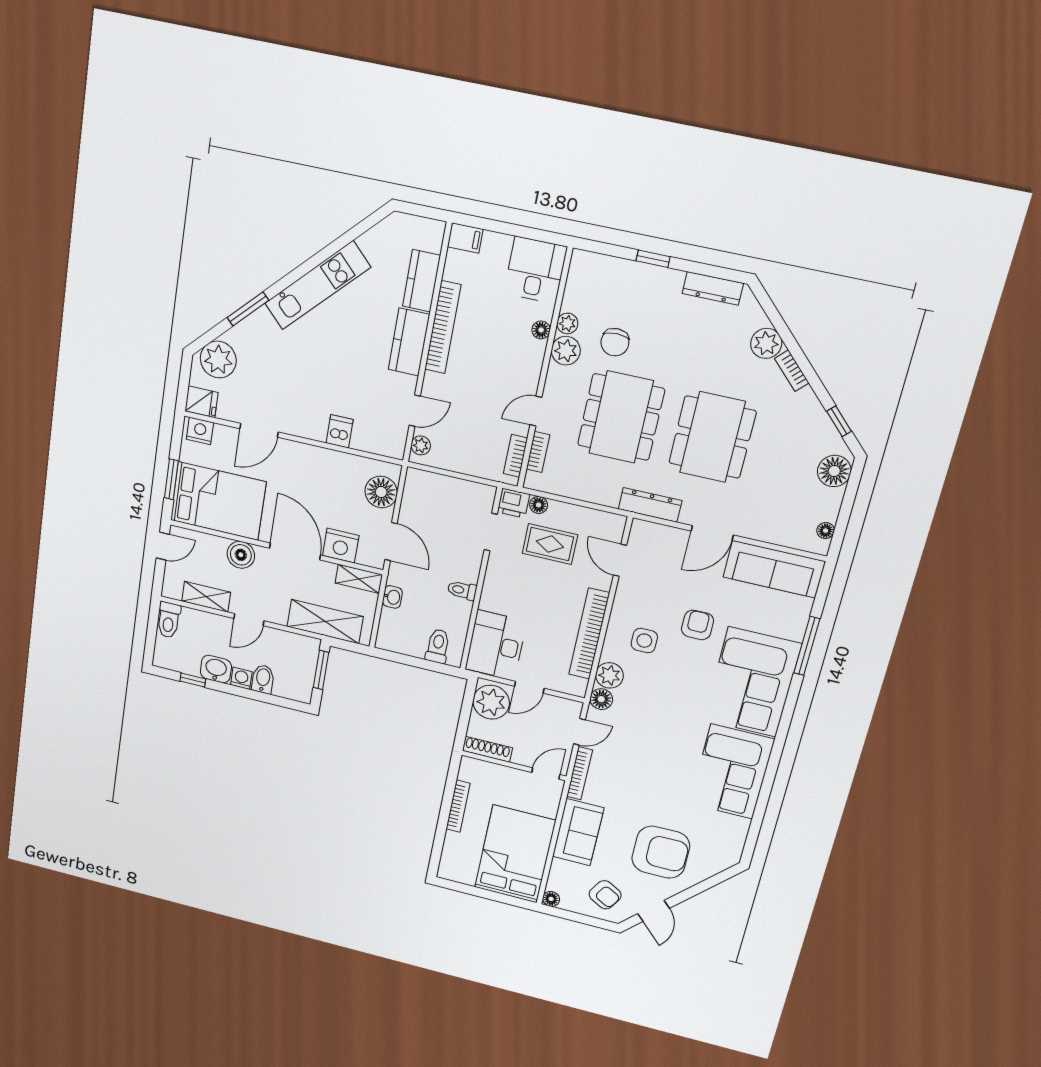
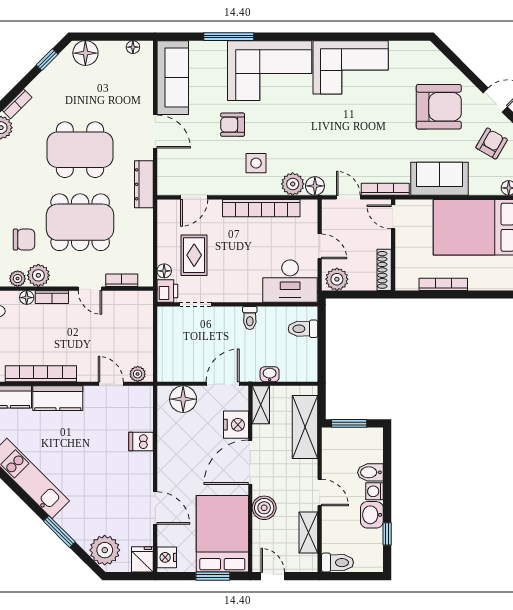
bookcase: (516, 456) -> (52, 297), moved
plant: (491, 702) -> (337, 279), width x0.73, depth x0.73
armchair: (661, 852) -> (439, 107), turned 90

